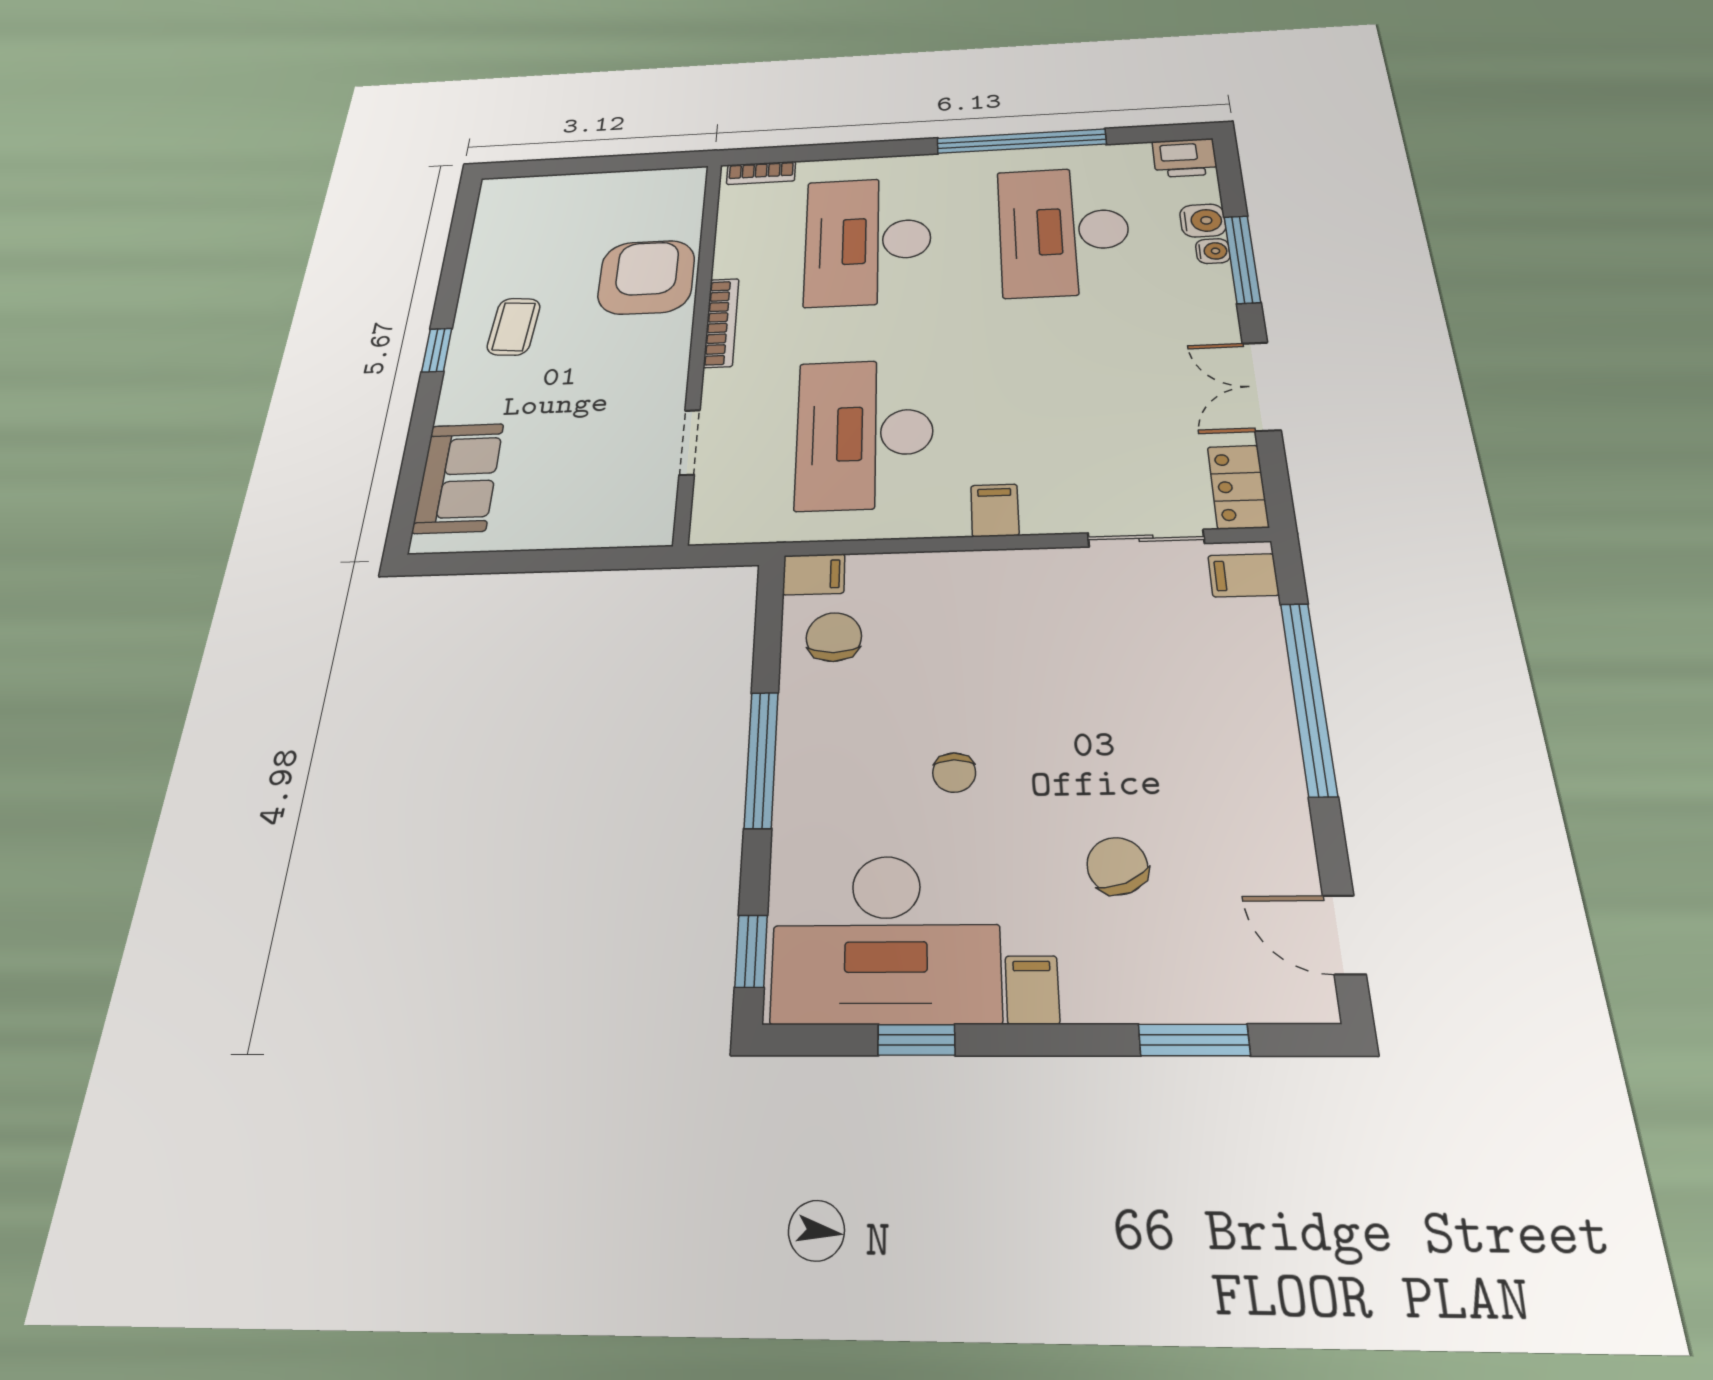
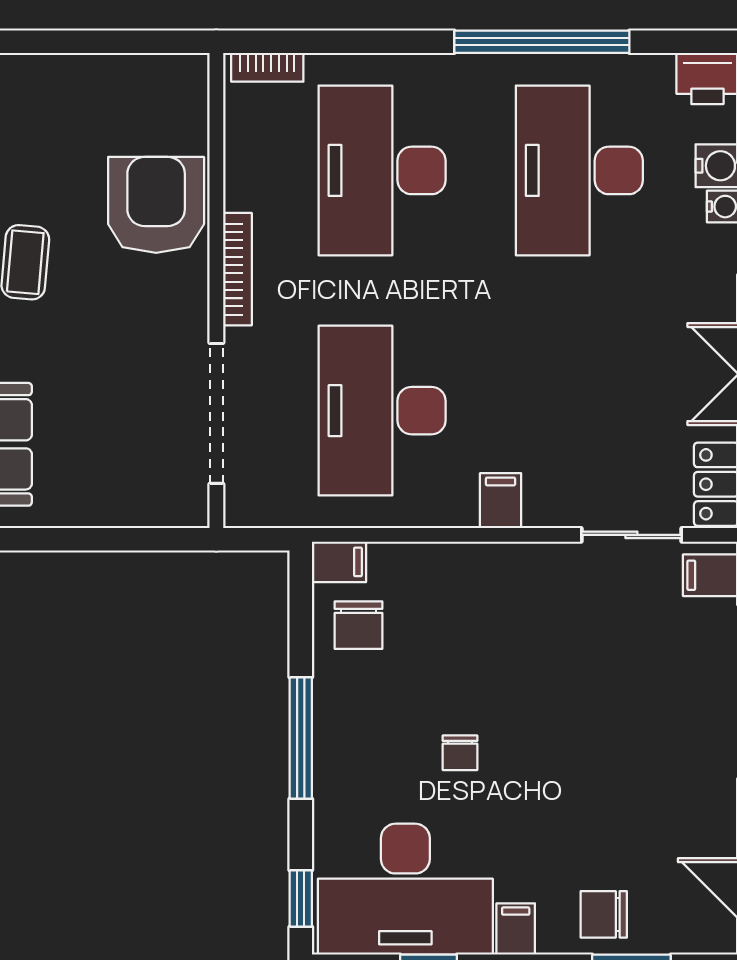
doorway: (690, 442) -> (216, 413), width x1.88
chair: (834, 637) -> (358, 625), turned 180
chair: (1117, 866) -> (604, 914), moved, turned -68

